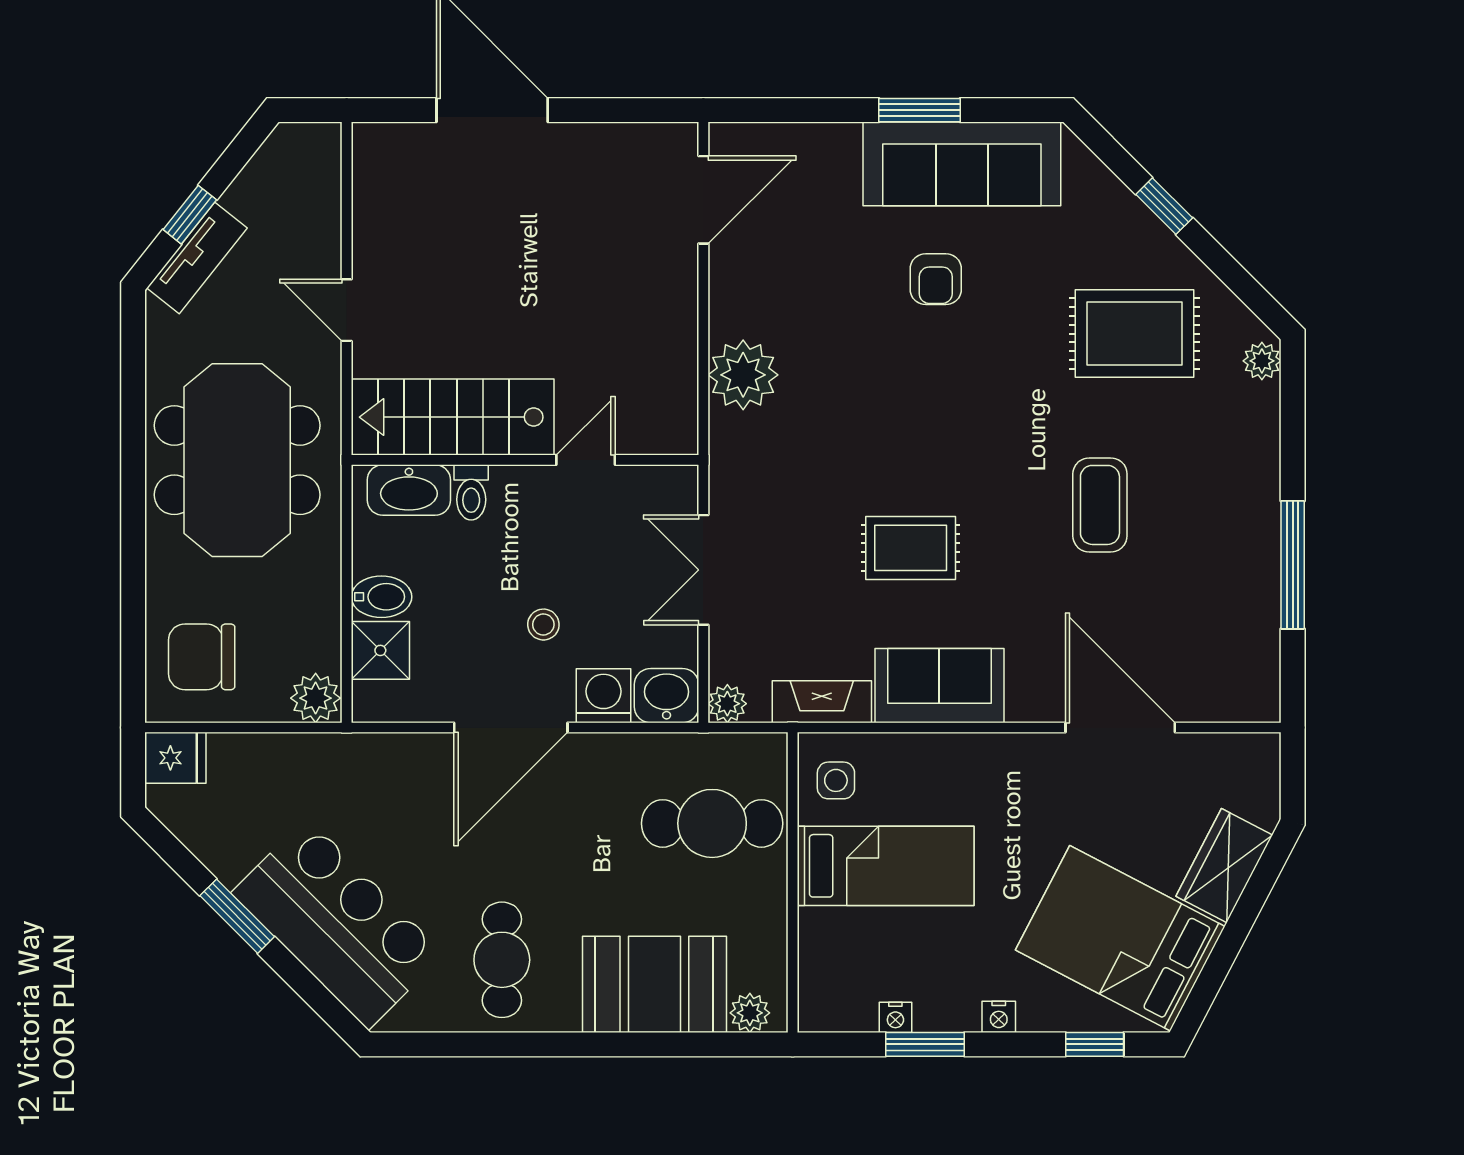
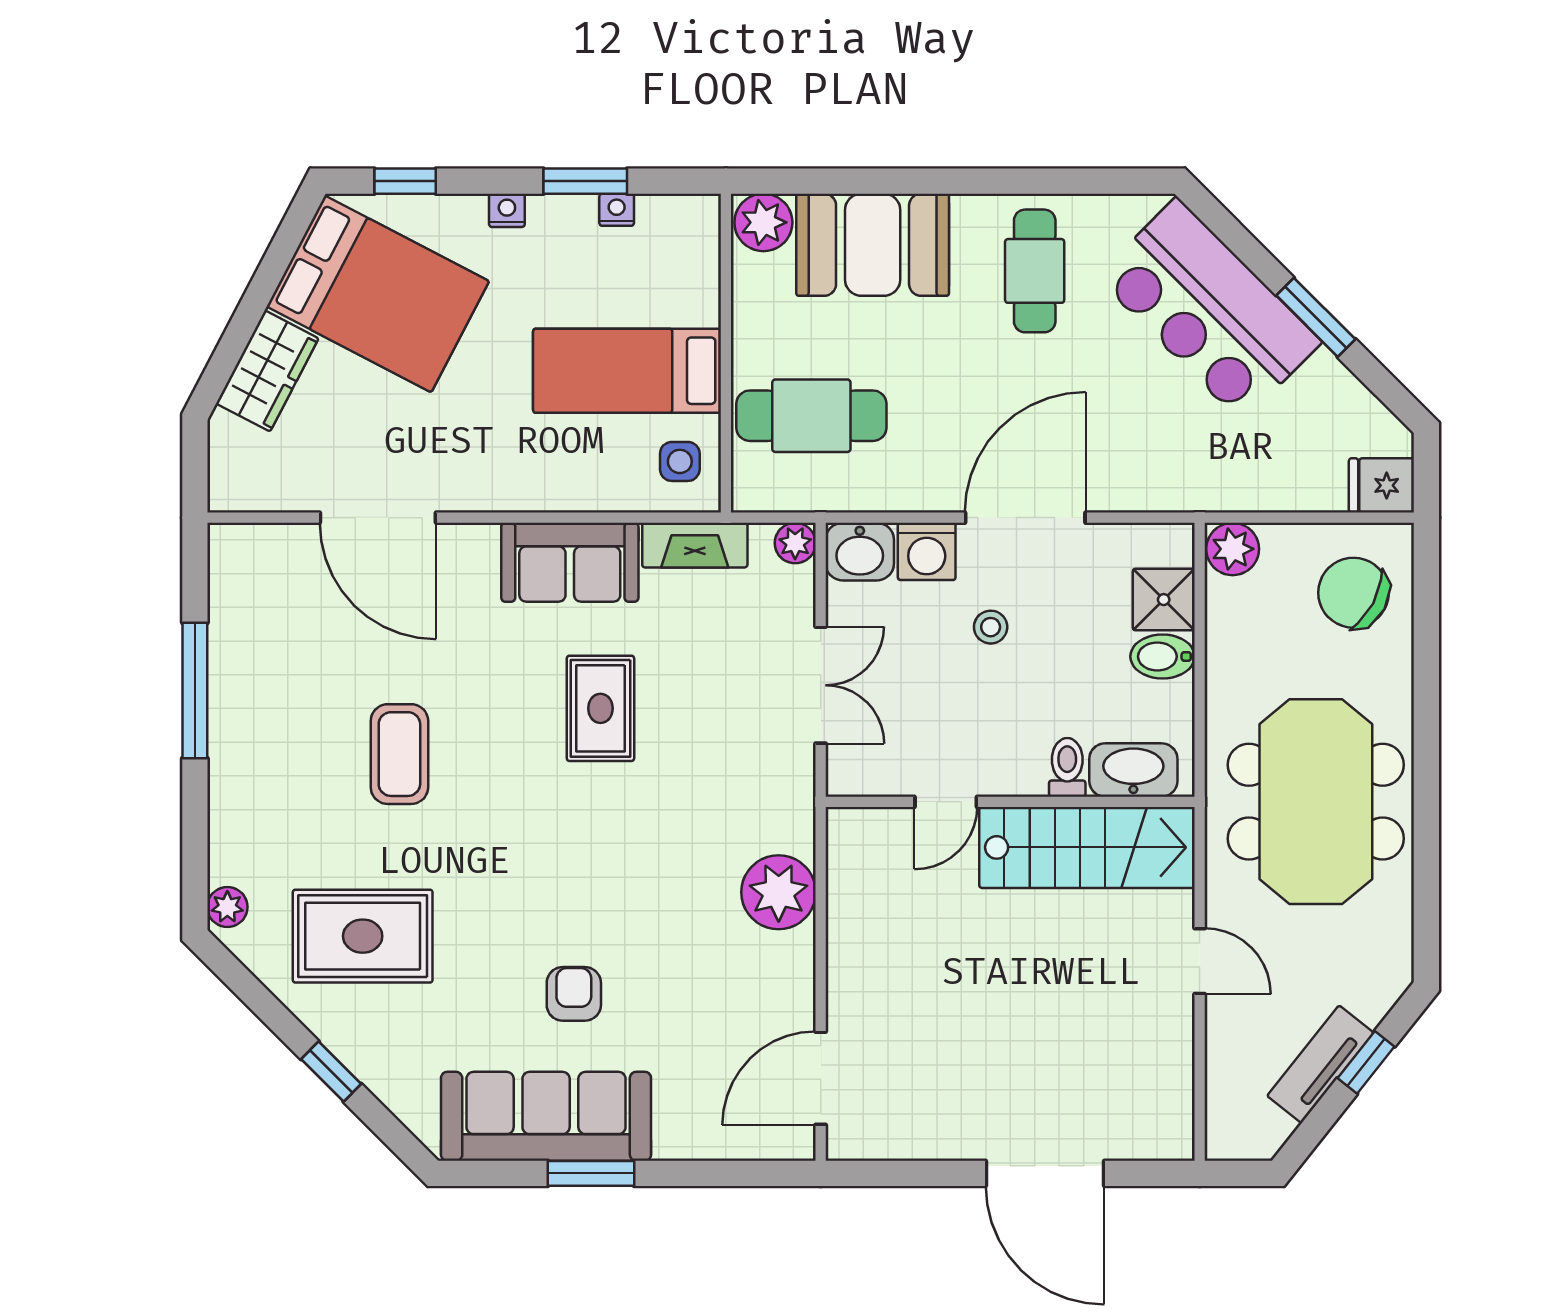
tv unit: (197, 258) -> (1320, 1064), moved
rug: (911, 548) -> (600, 708), turned 90
chair: (202, 657) -> (1353, 593), turned -152
plant: (750, 1013) -> (763, 222), width x1.38, depth x1.38

